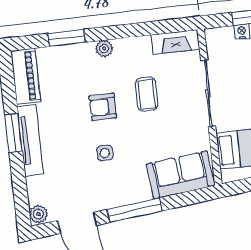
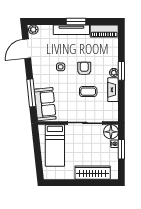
window: (67, 38) -> (121, 71), moved
floor lamp: (219, 41) -> (111, 132), added
fireplace: (175, 42) -> (113, 90), moved
window: (135, 210) -> (31, 93), moved

